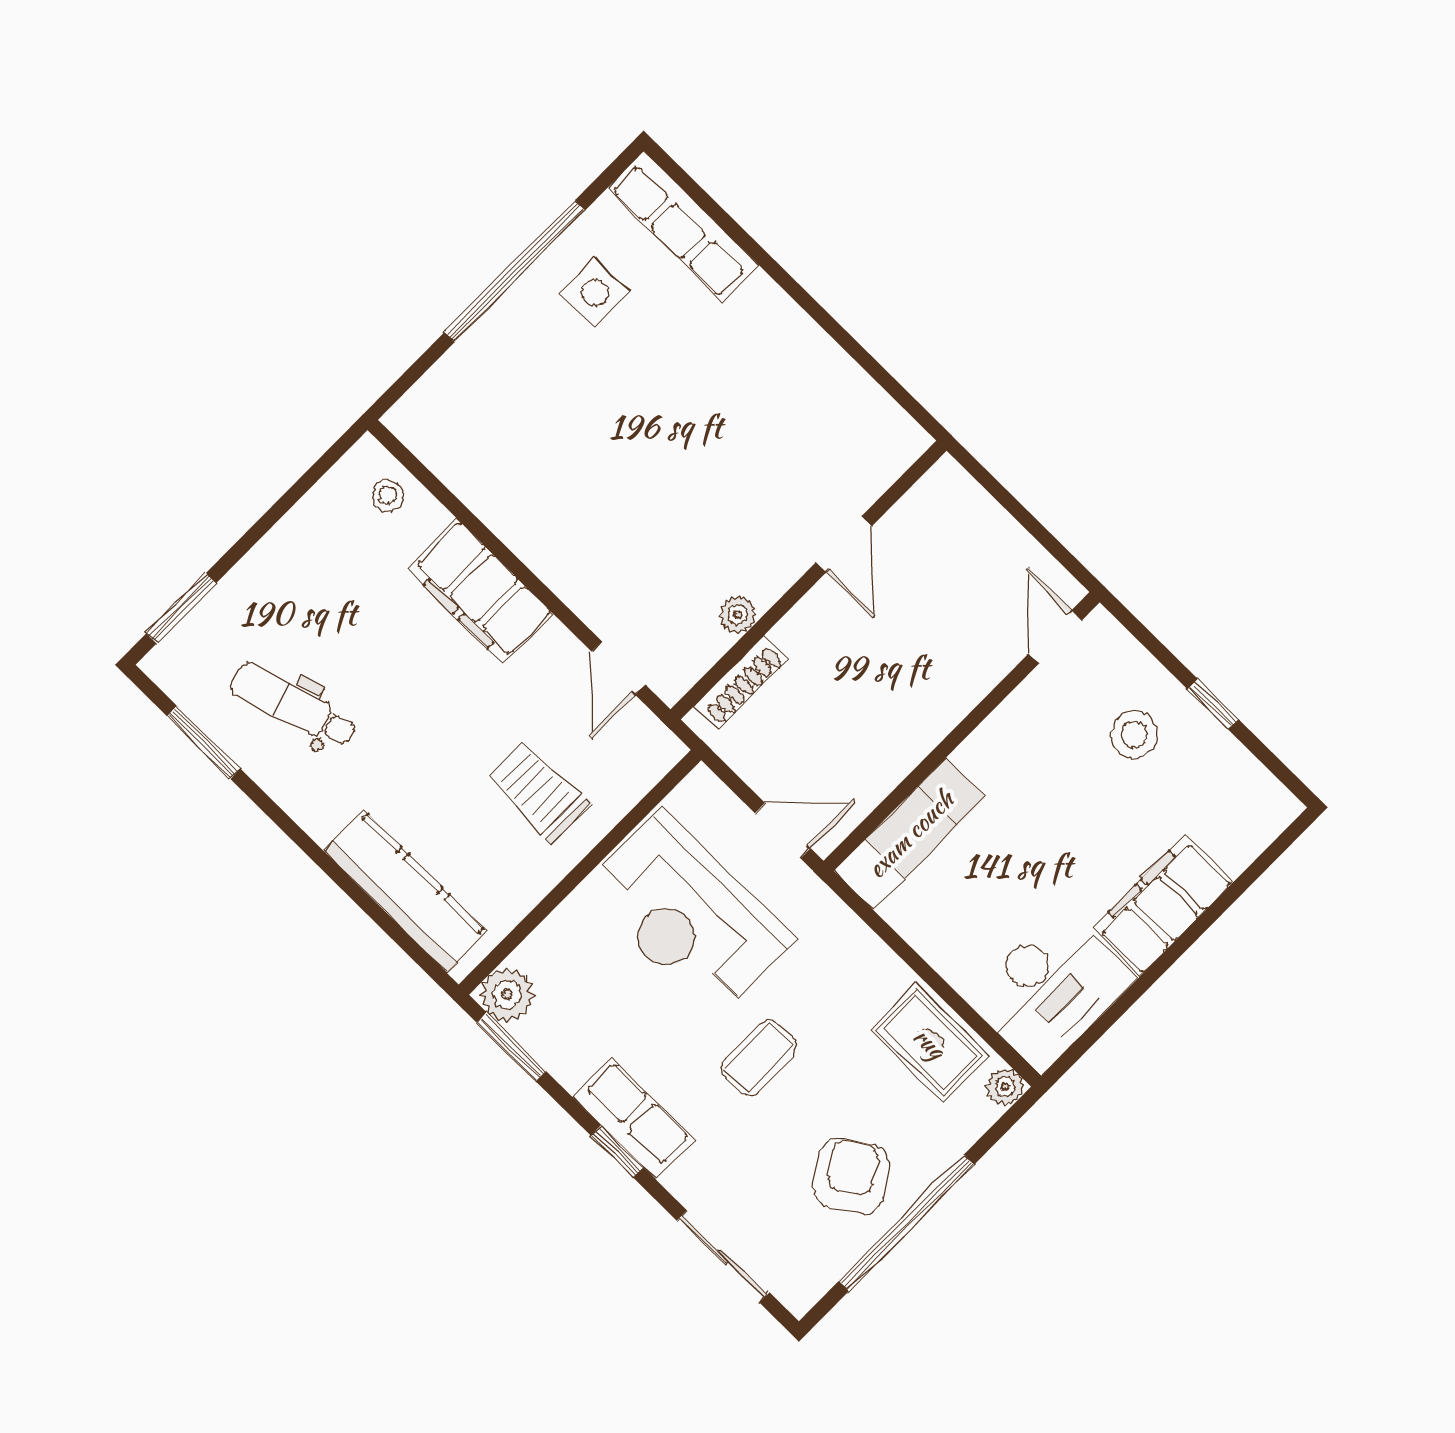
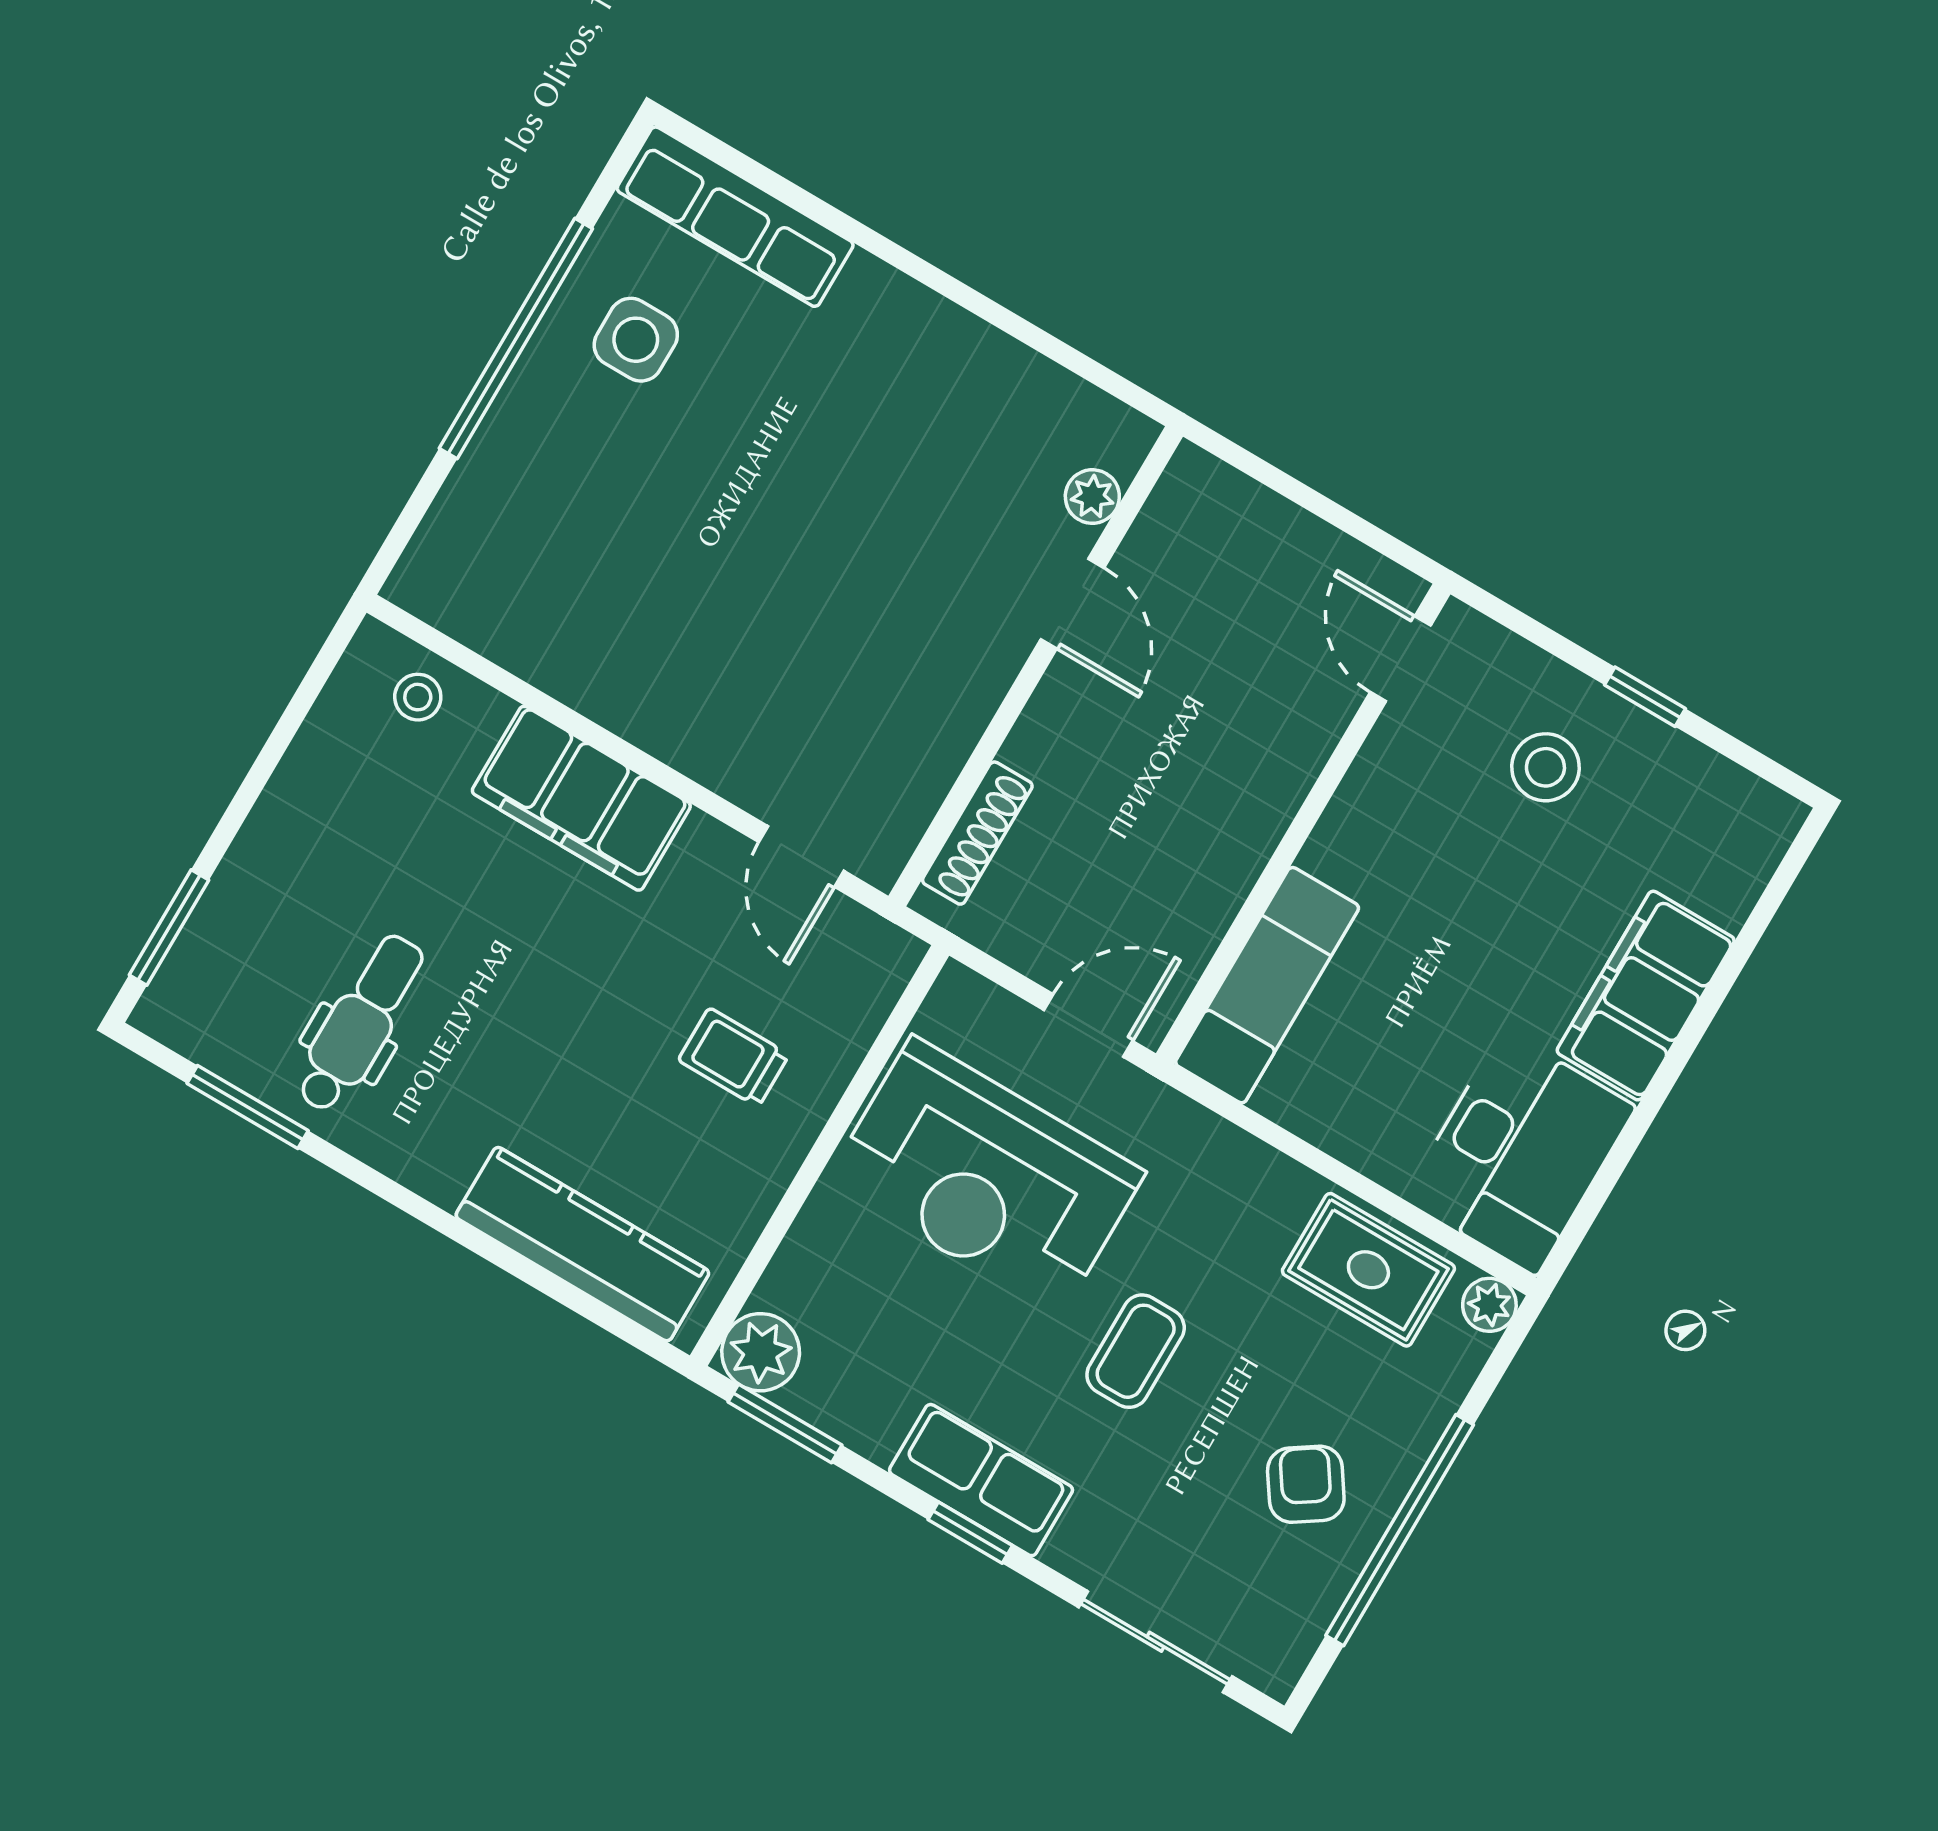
plant: (738, 615) -> (1092, 497), moved
dental chair: (293, 705) -> (360, 1023), turned 107
trolley: (539, 792) -> (734, 1057), width x0.73, depth x0.72
armchair: (851, 1176) -> (1306, 1484), width x0.72, depth x0.72

